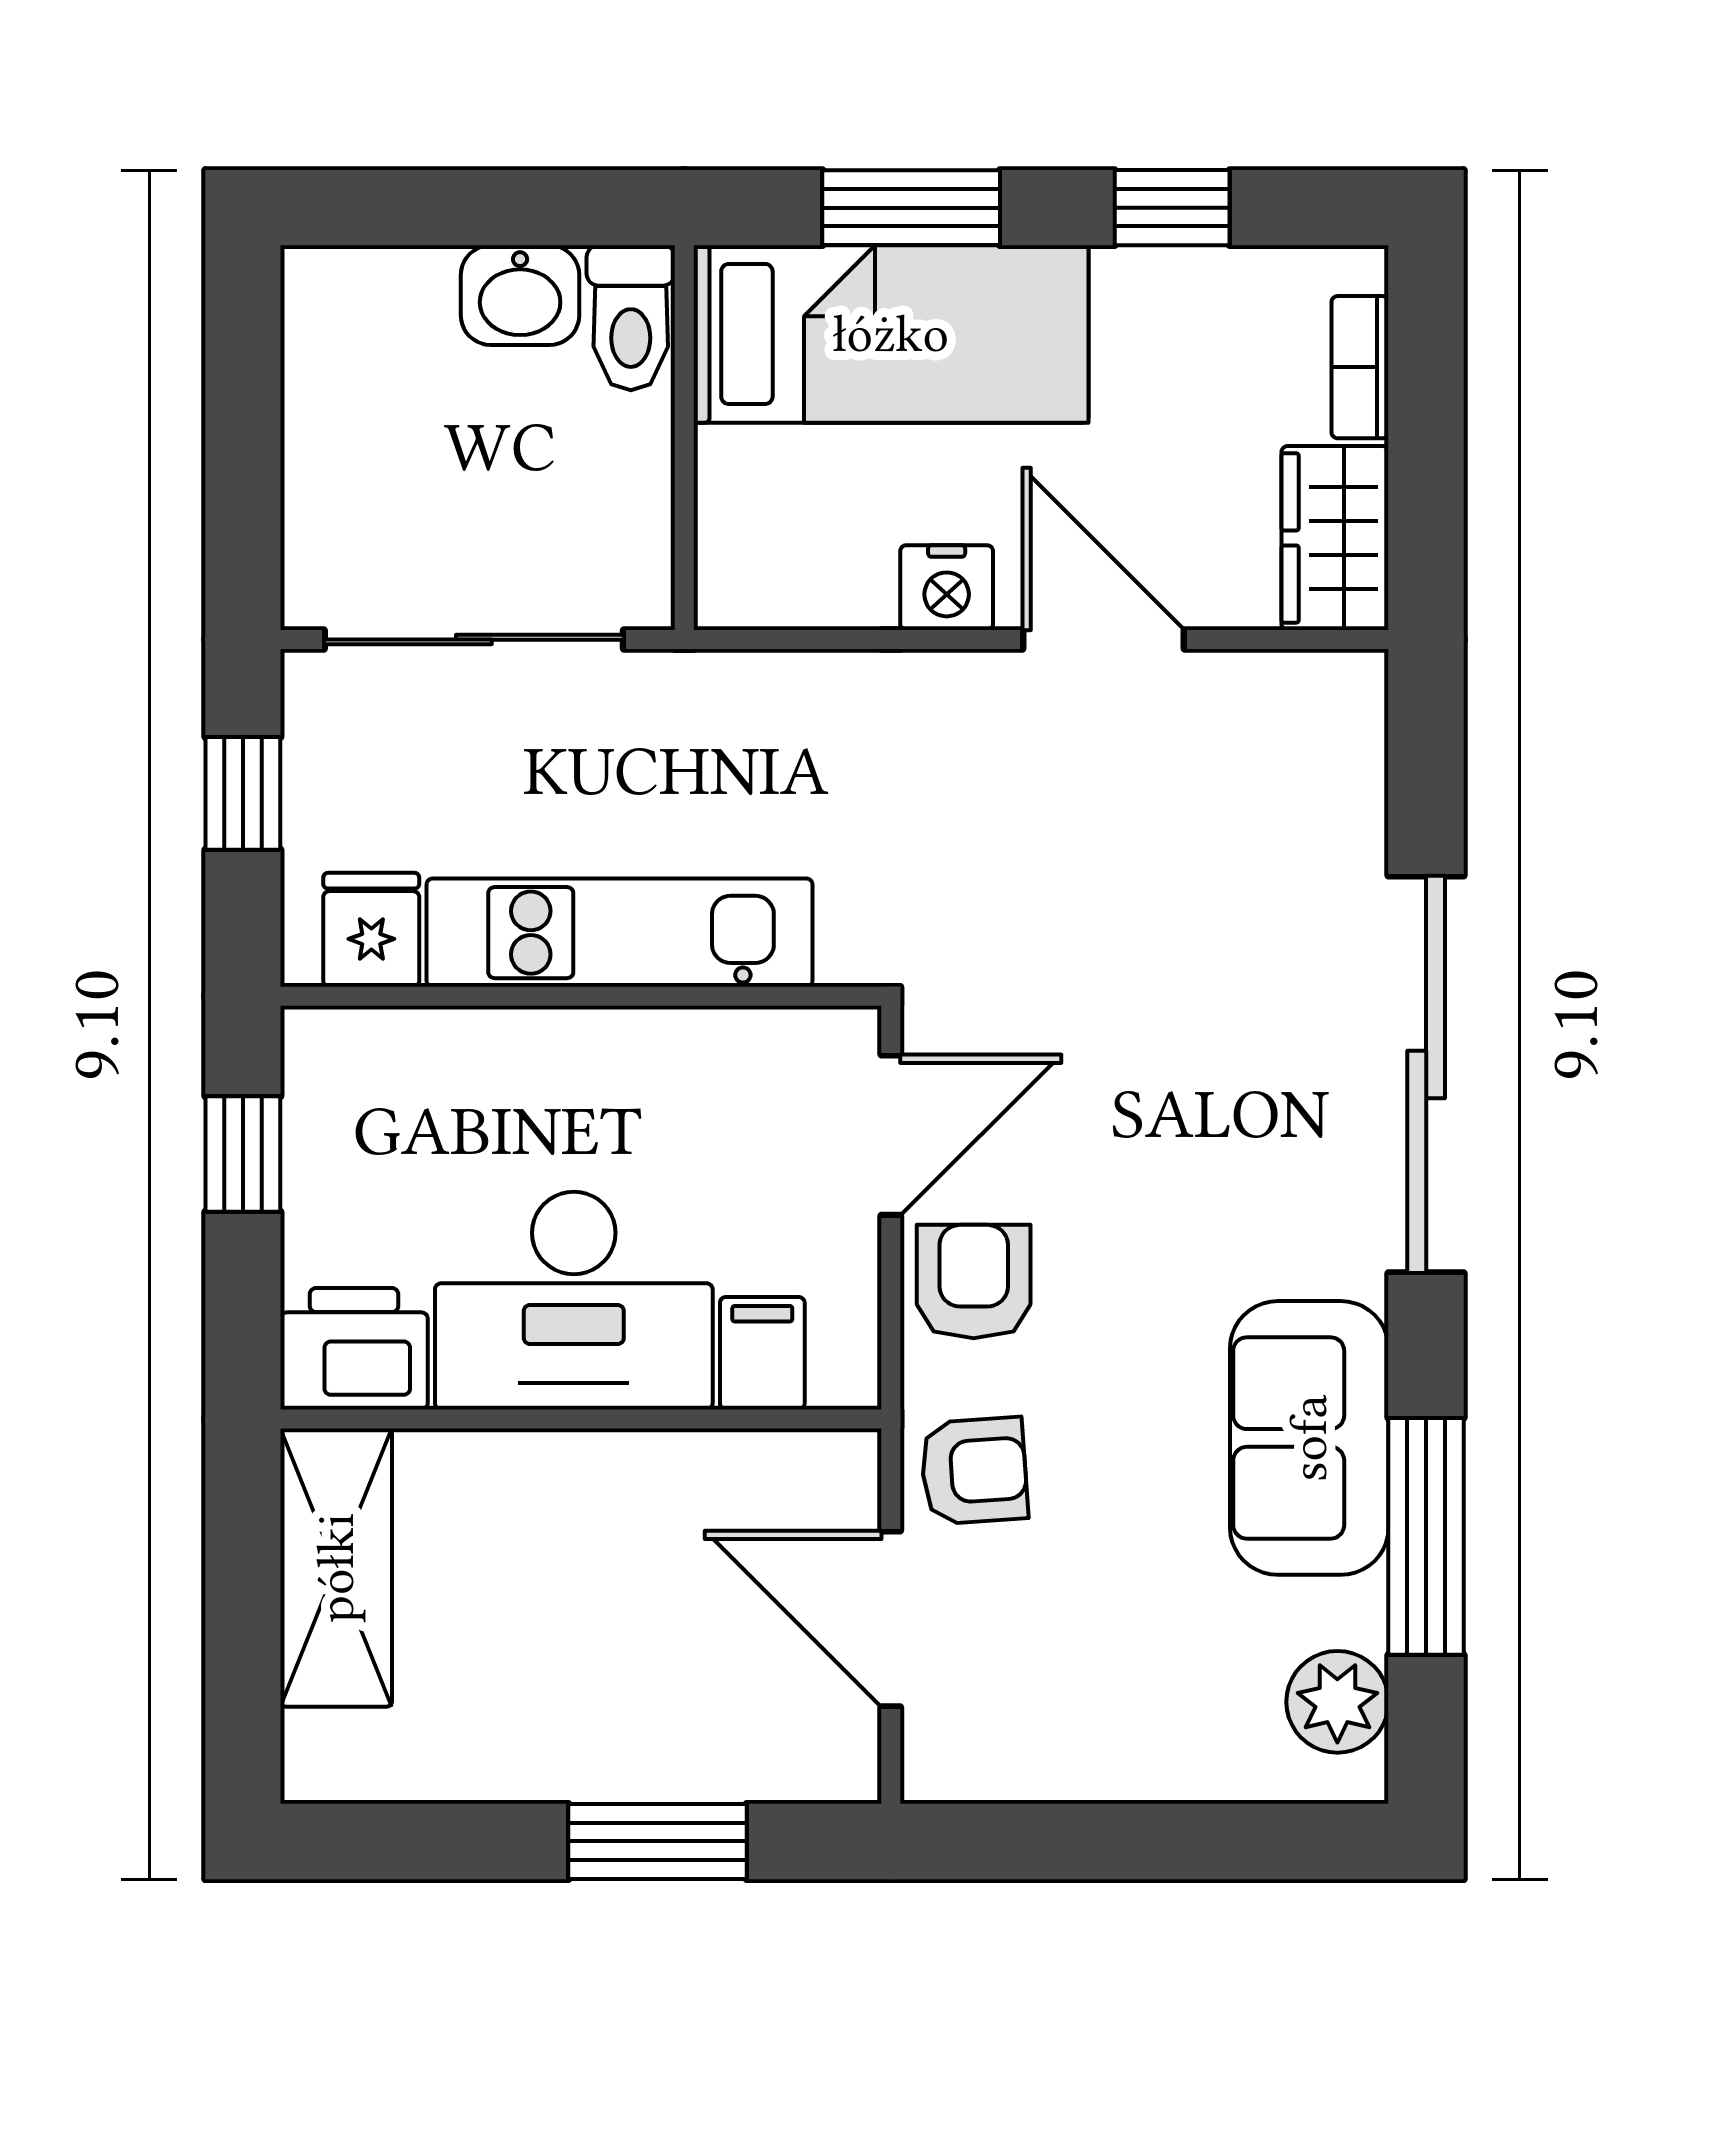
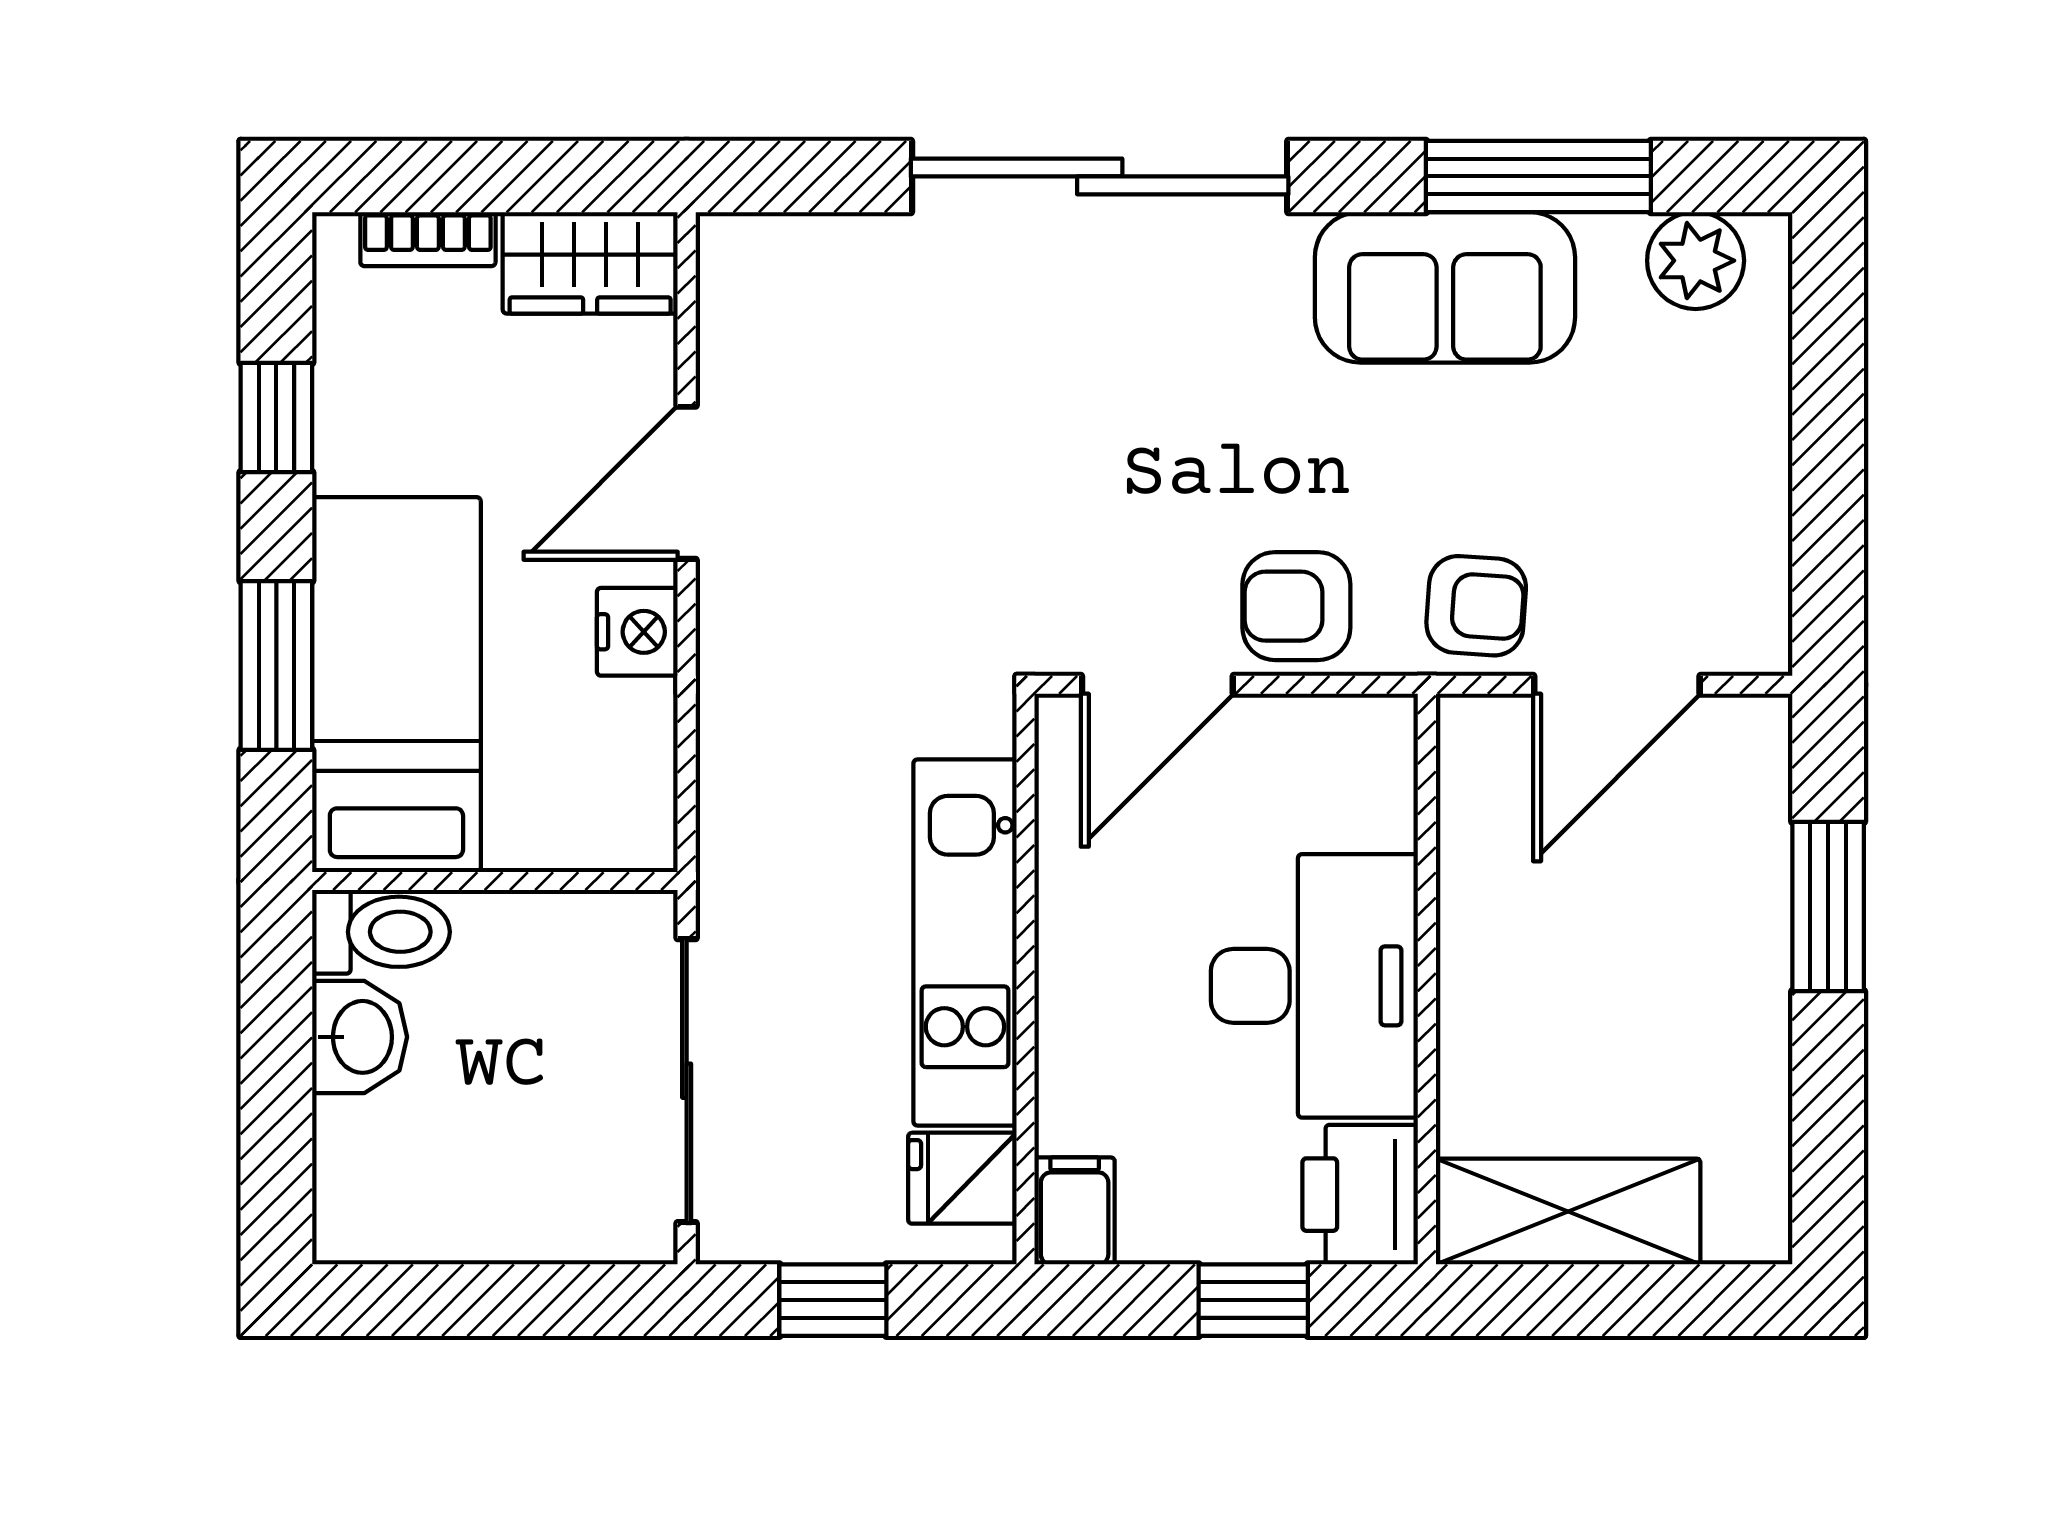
door: (891, 1135) -> (1157, 685), swing flipped
window: (243, 1154) -> (1253, 1300), moved
filing cabinet: (762, 1353) -> (1075, 1211), moved, turned 90
armchair: (974, 1471) -> (1476, 606), turned 98

